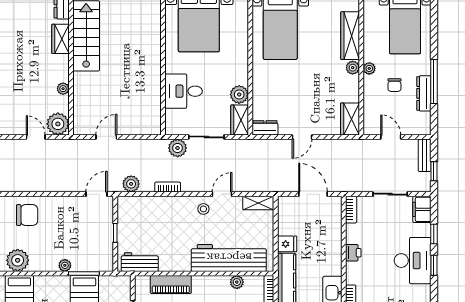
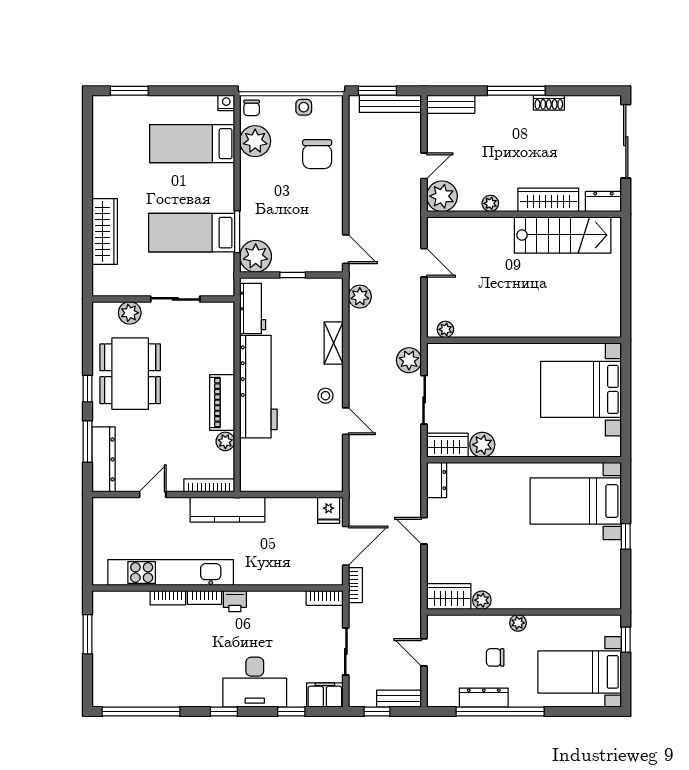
wardrobe: (350, 36) -> (563, 597), removed
wardrobe: (60, 39) -> (548, 200), width x1.50
plant: (353, 68) -> (482, 600), moved
window: (434, 82) -> (500, 712), width x1.46
desk: (184, 91) -> (487, 368), removed
plant: (155, 121) -> (445, 329), added
door: (391, 137) -> (424, 652), swing flipped
bookcase: (168, 187) -> (355, 585), moved
shelving: (258, 203) -> (334, 343), moved
fridge: (287, 244) -> (329, 510), moved
printer: (353, 253) -> (235, 601), moved
workbench: (229, 258) -> (258, 387), moved
plant: (65, 265) -> (256, 256), moved, width x1.88, depth x1.88
window: (434, 265) -> (224, 712), moved
piano: (171, 284) -> (222, 403), moved

